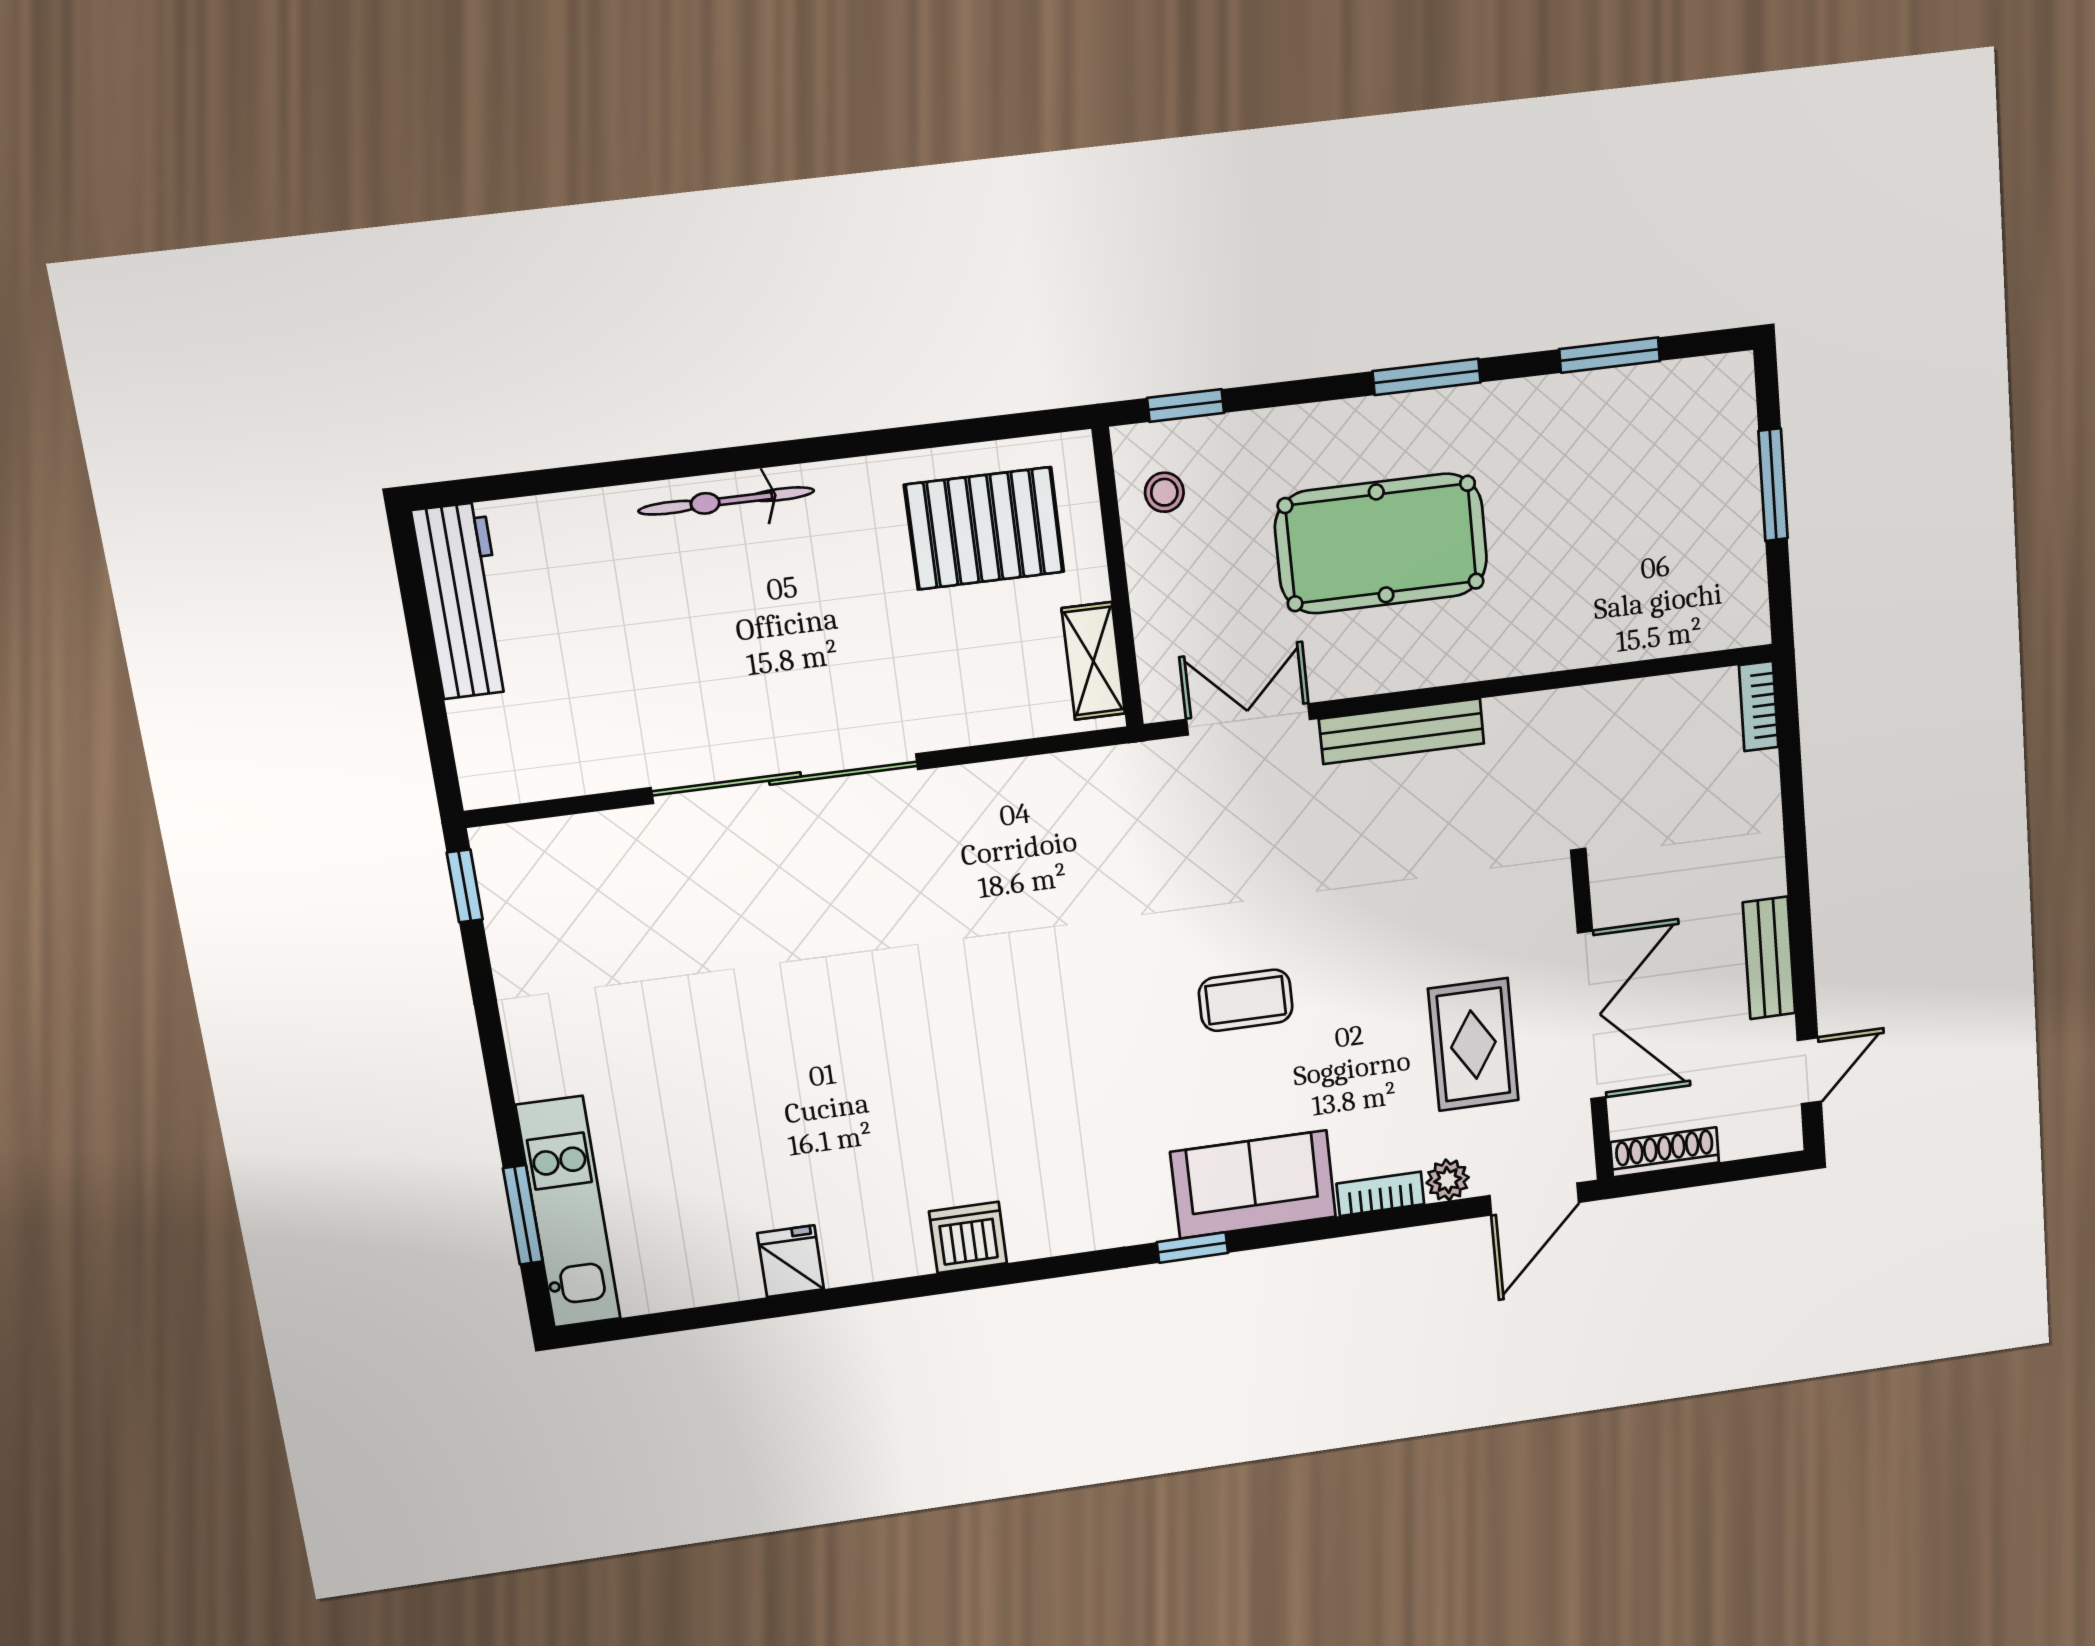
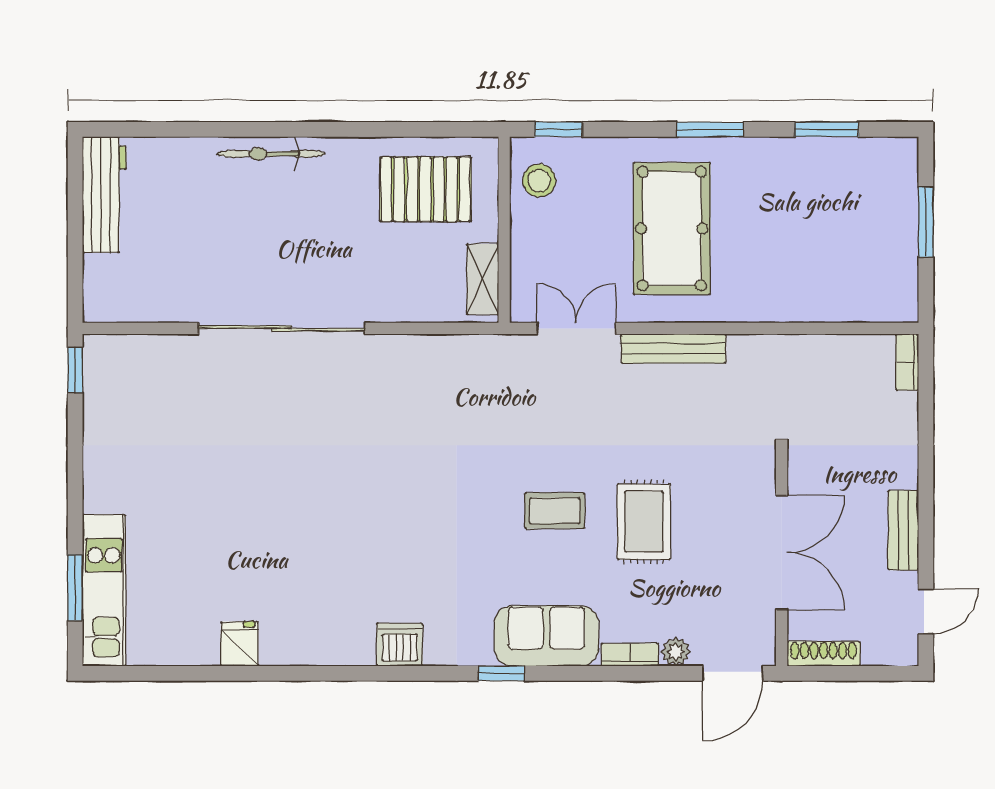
stool: (1164, 492) -> (539, 180), width x1.37, depth x1.37
pool table: (1381, 544) -> (672, 228), turned 90
rug: (1473, 1045) -> (644, 522), moved
dishwasher: (968, 1237) -> (400, 645), moved

